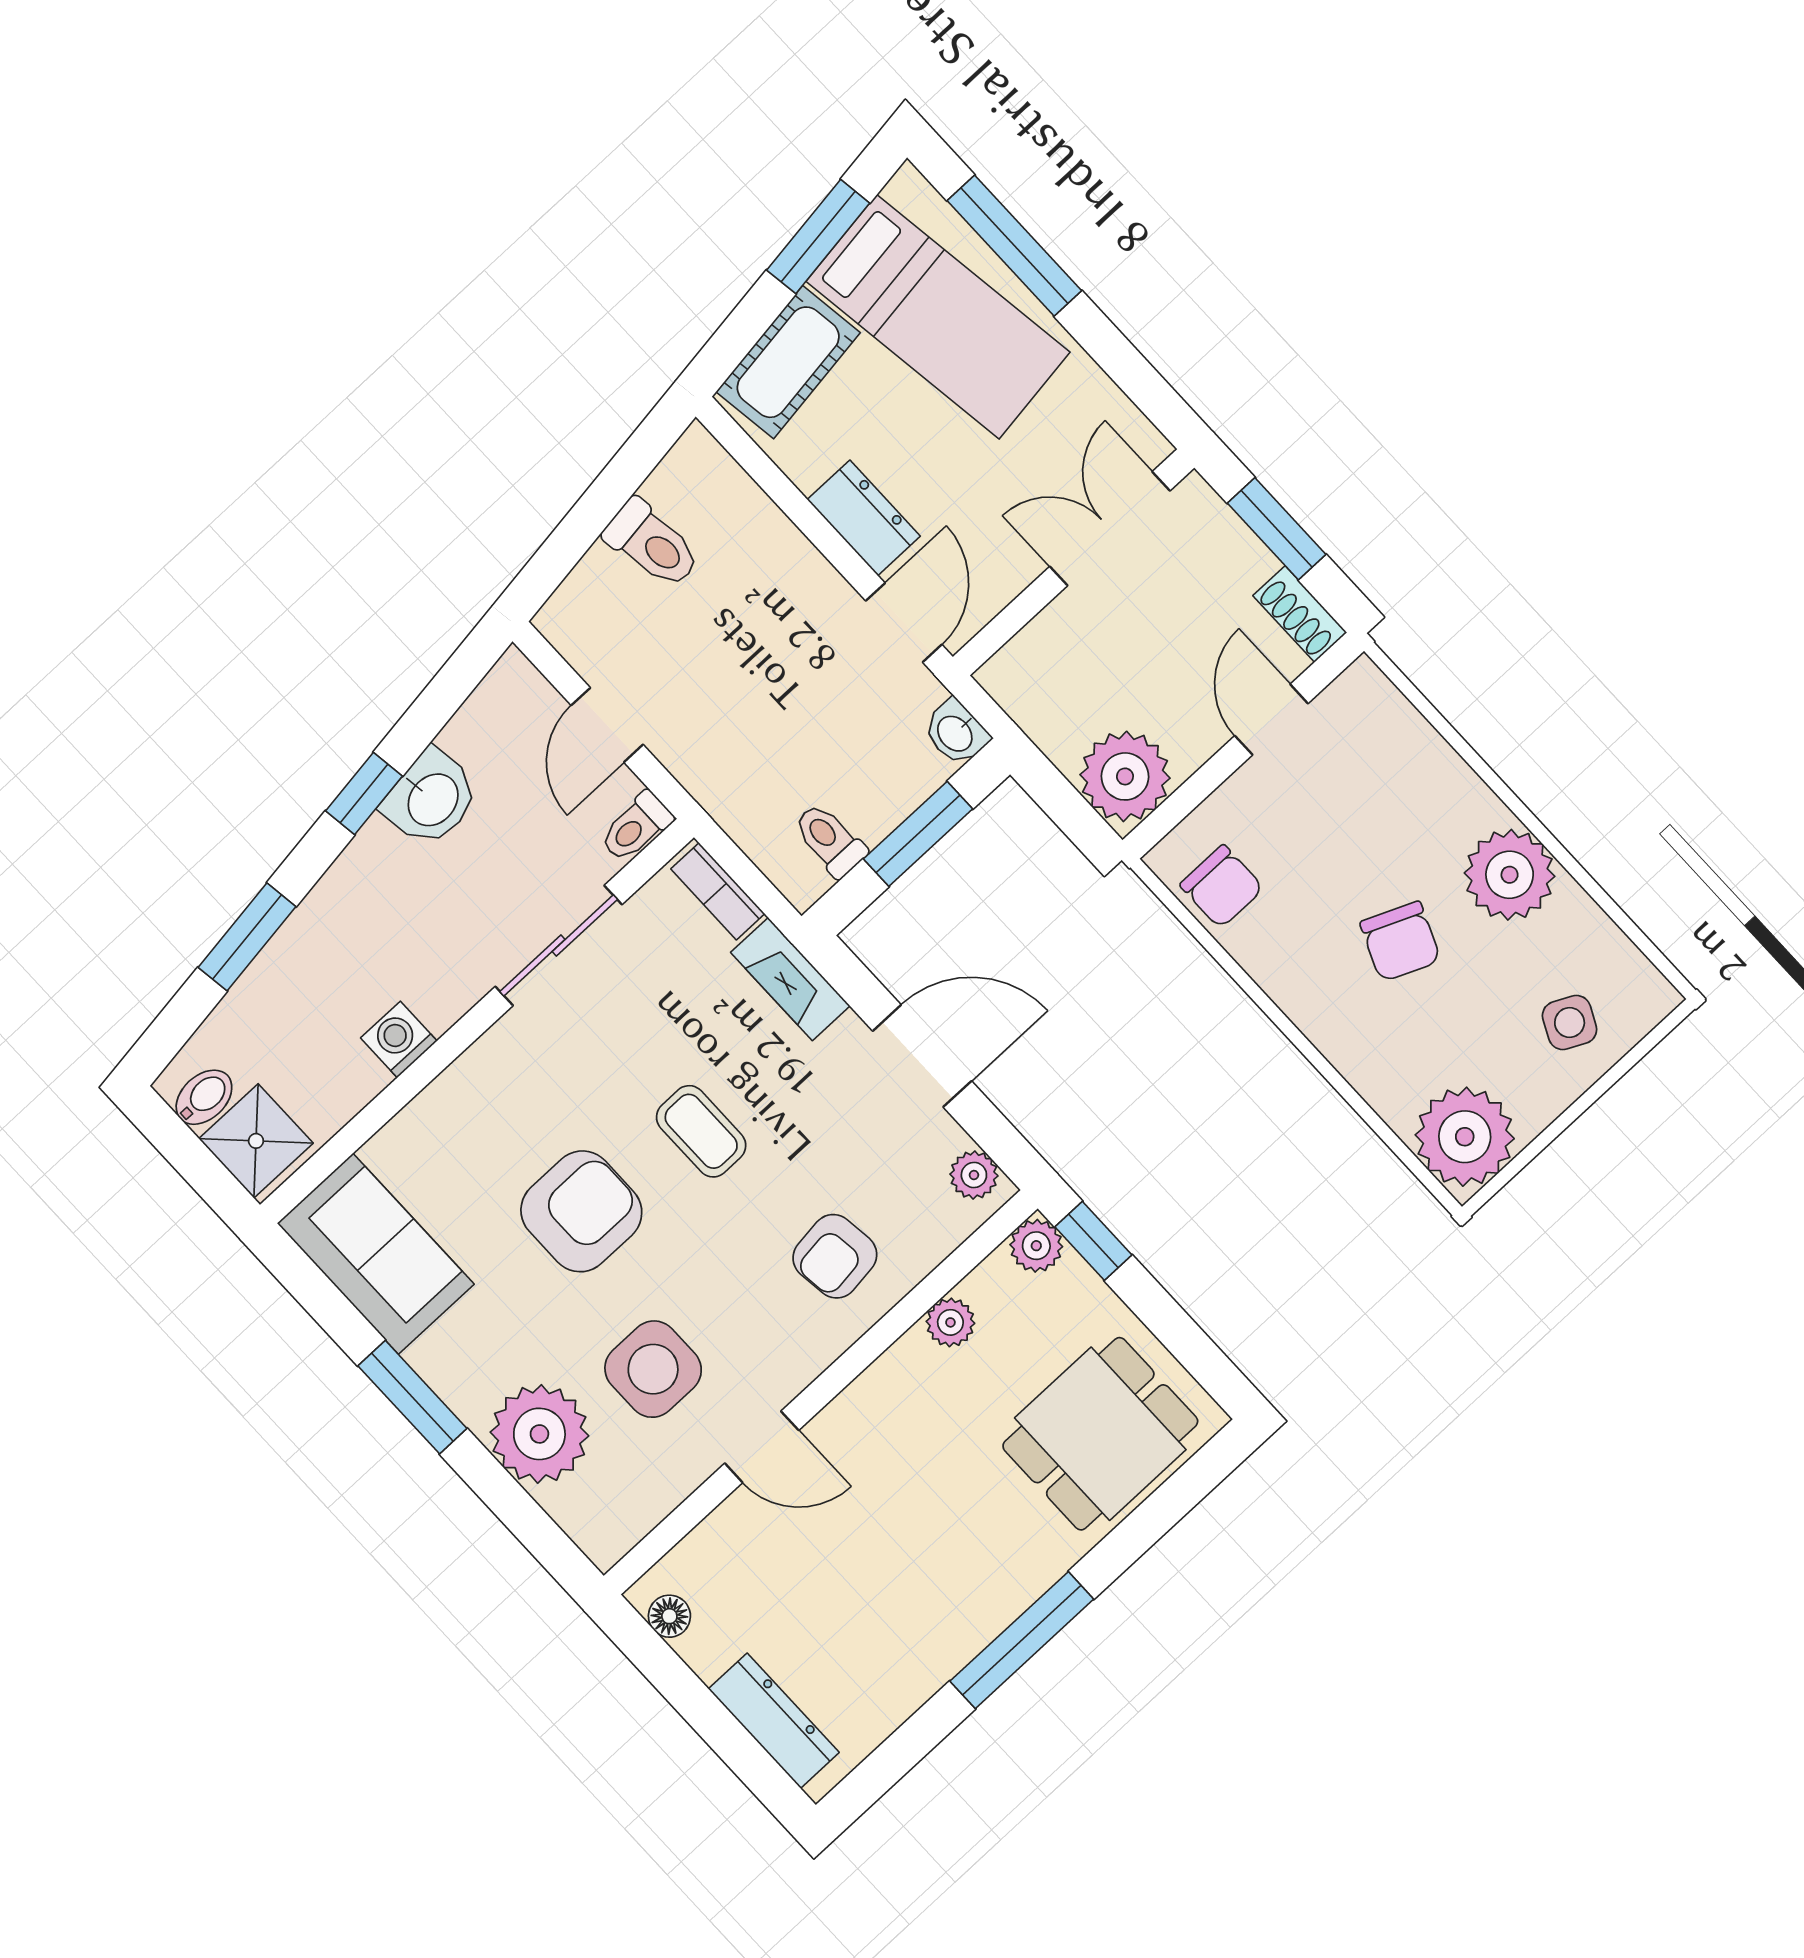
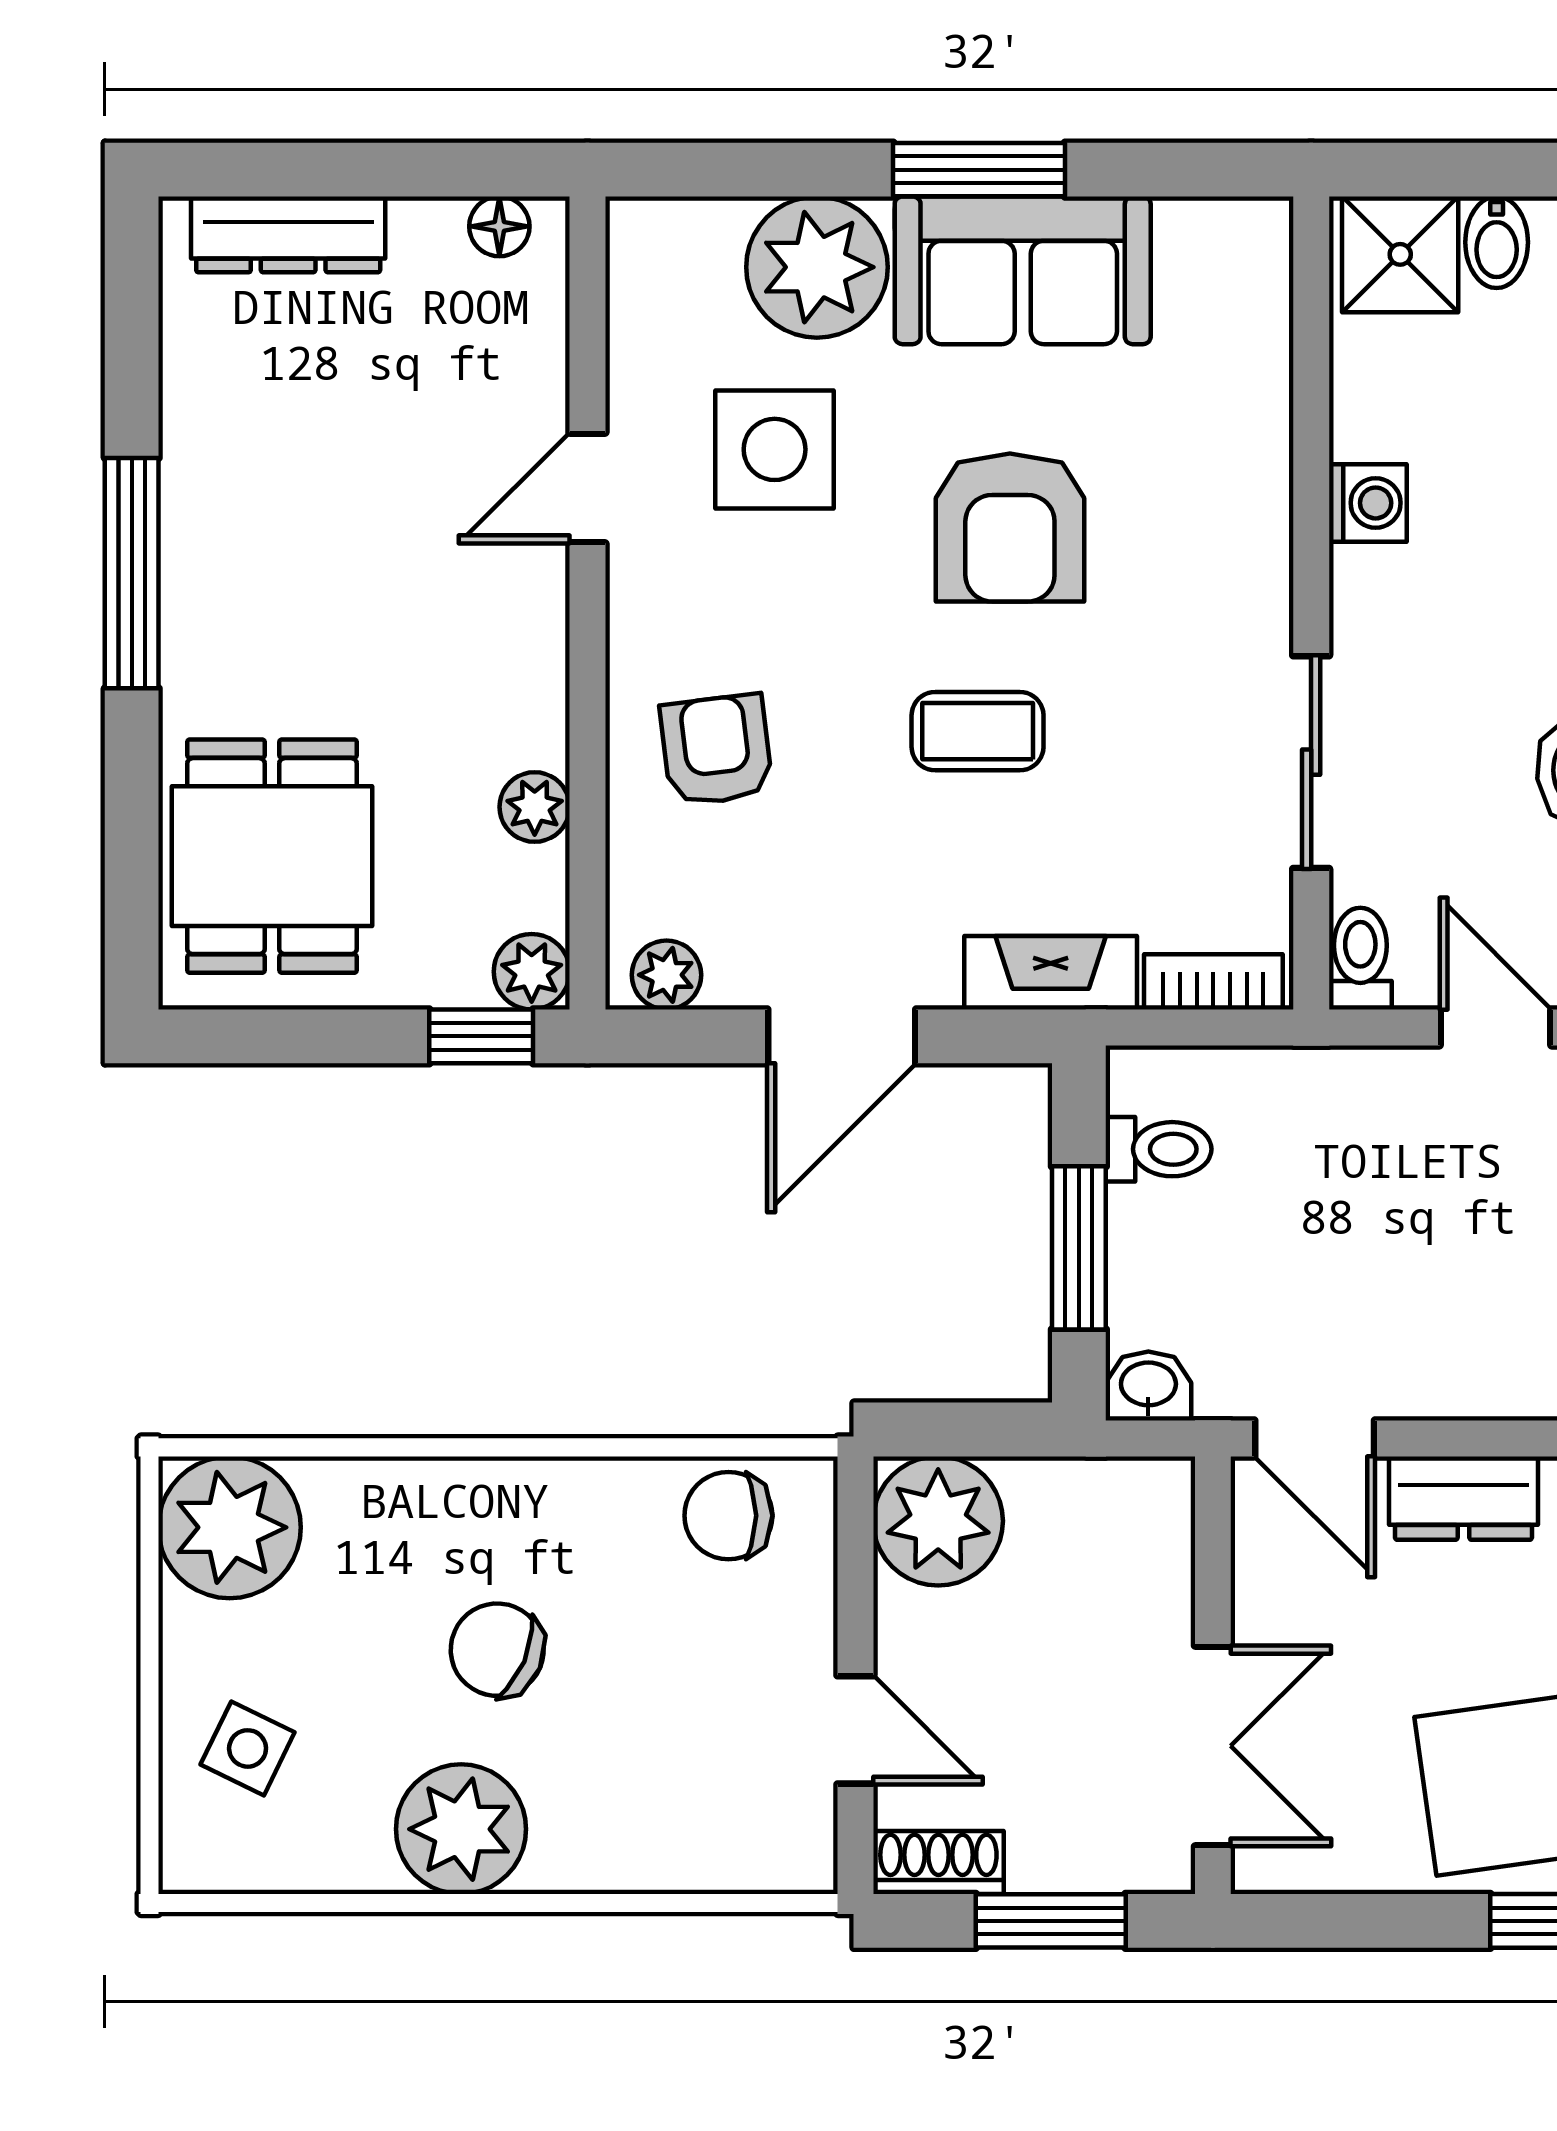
sofa: (376, 1254) -> (1023, 270), moved

